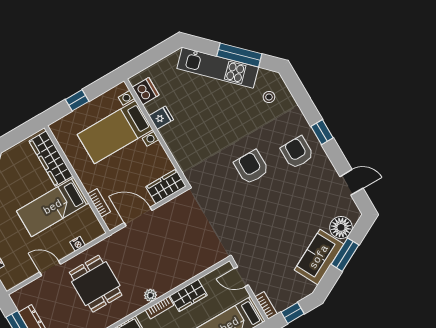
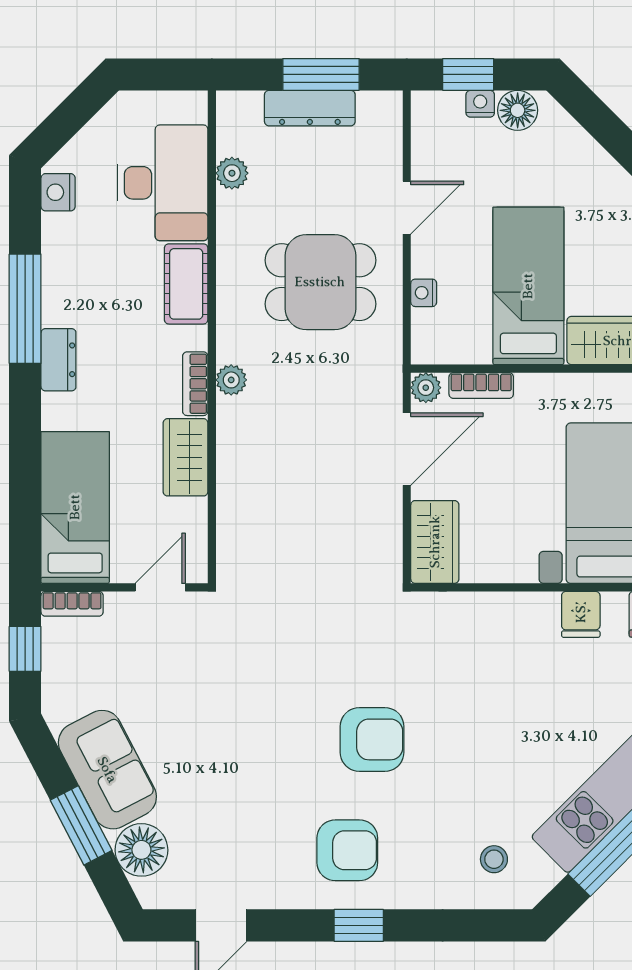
plant: (112, 223) -> (426, 388), added

